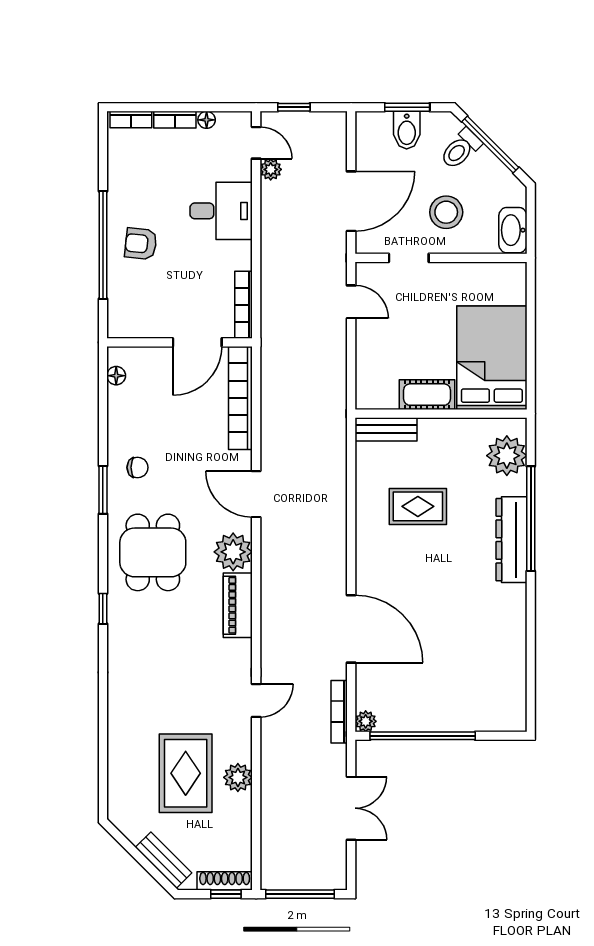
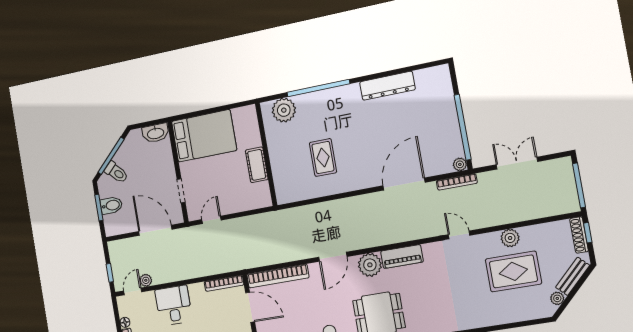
stool: (446, 212) -> (152, 174), removed
bed: (492, 358) -> (204, 136), moved, turned 180
bench: (386, 429) -> (281, 185), removed
dresser: (511, 540) -> (387, 86), moved
plant: (134, 832) -> (557, 298), added

